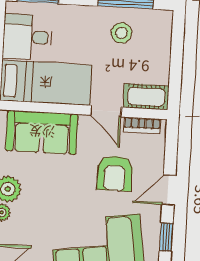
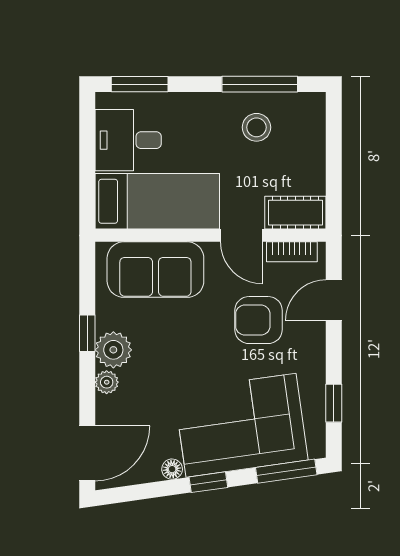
armchair: (115, 173) -> (259, 320), turned 90
door: (169, 190) -> (334, 300), moved

